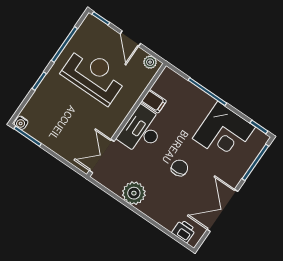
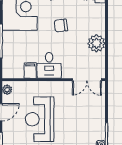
desk: (142, 131) -> (49, 65), width x0.73

